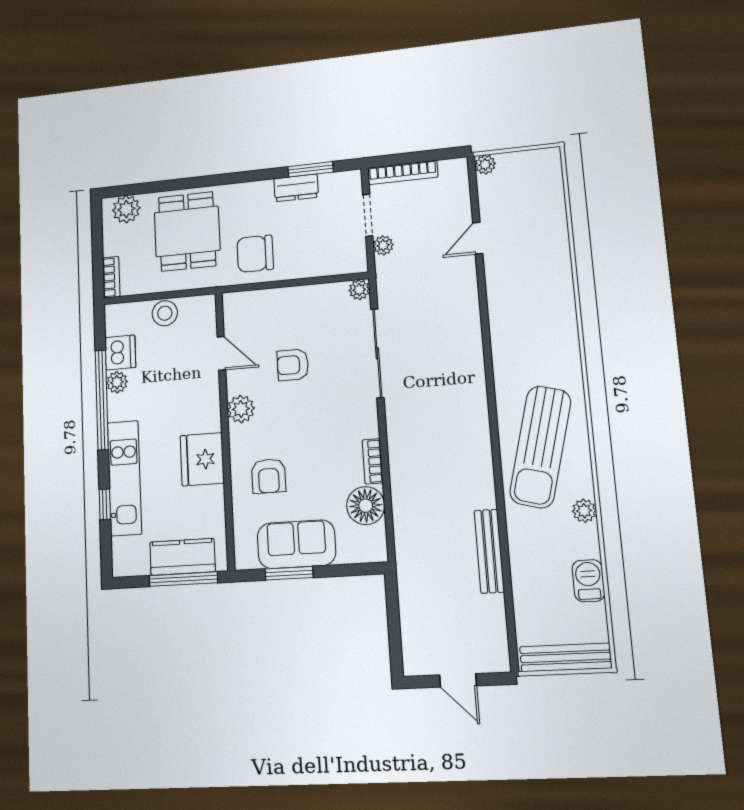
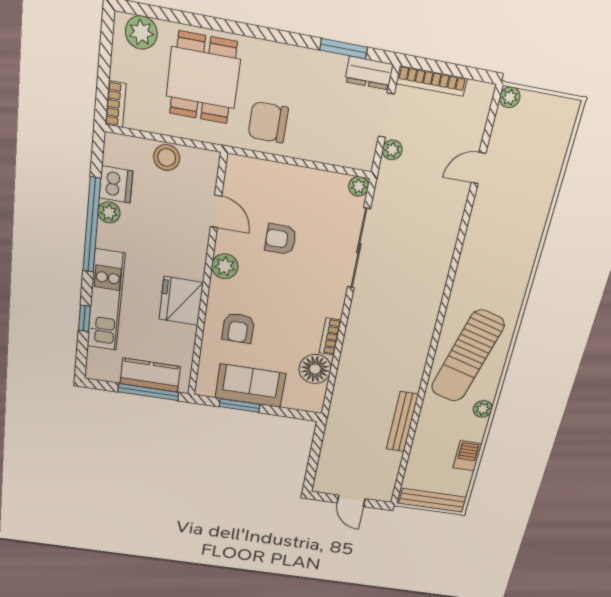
dresser: (296, 188) -> (369, 73), moved

